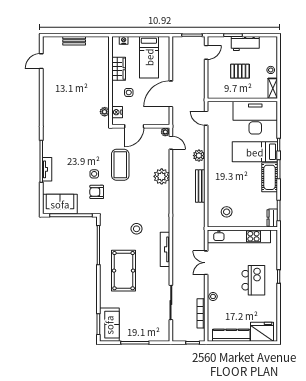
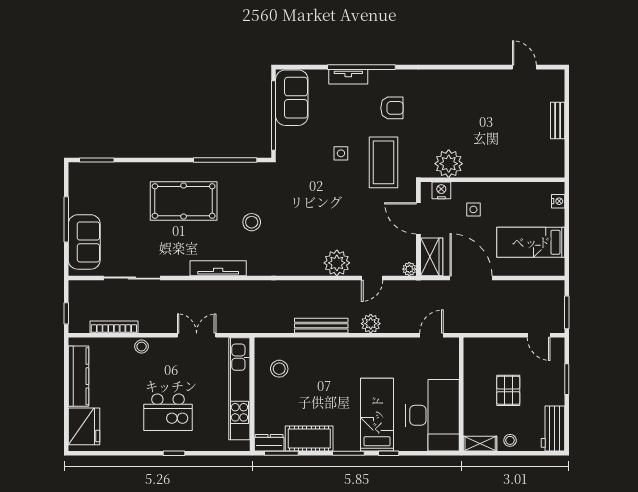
workbench: (245, 44) -> (553, 429), moved
wardrobe: (119, 69) -> (432, 257), moved, turned -90
plant: (105, 112) -> (449, 164), width x1.88, depth x1.88
door: (171, 143) -> (372, 278), moved
coffee table: (120, 165) -> (384, 162), moved, turned 90
cot: (270, 177) -> (309, 438), moved
armchair: (97, 192) -> (392, 108), moved, turned 90
sofa: (109, 325) -> (84, 242), moved, turned -90

